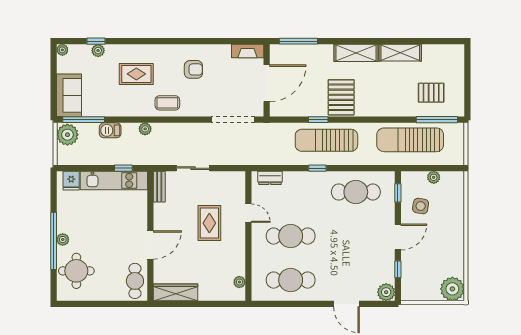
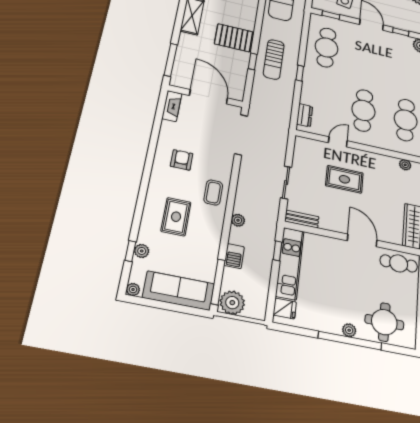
sofa: (69, 95) -> (179, 291), width x1.36
sun lounger: (326, 140) -> (274, 59), width x0.73, depth x0.75

